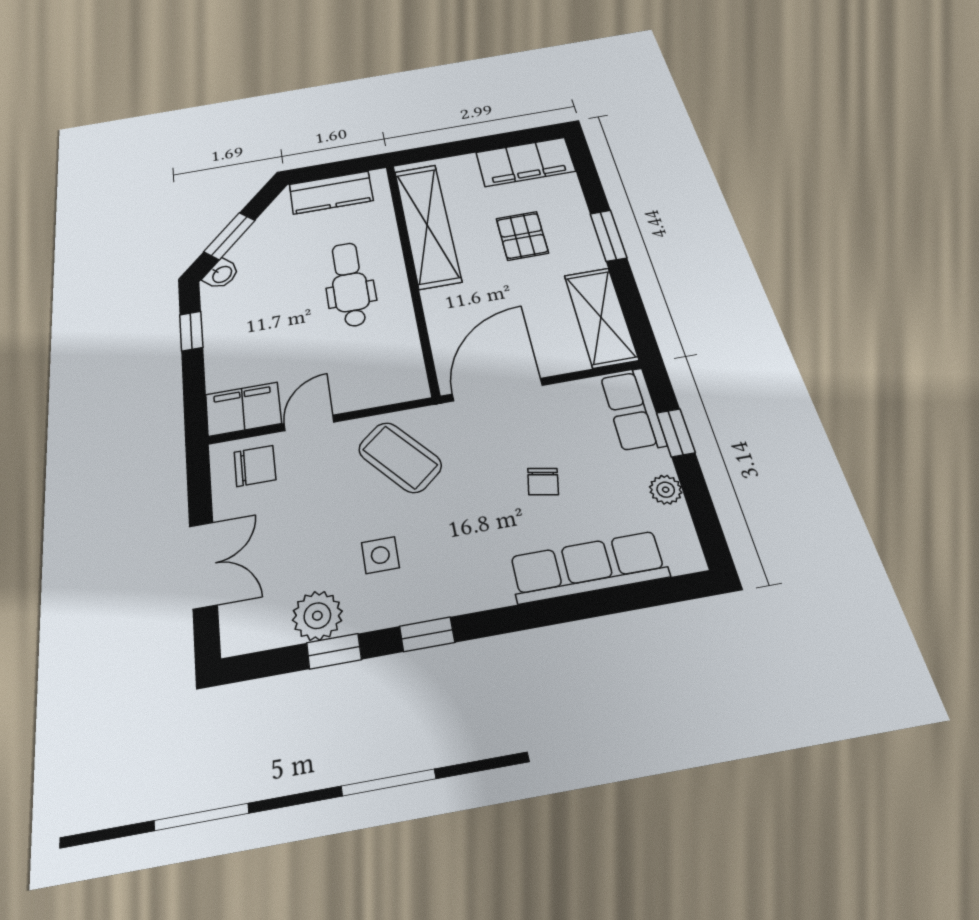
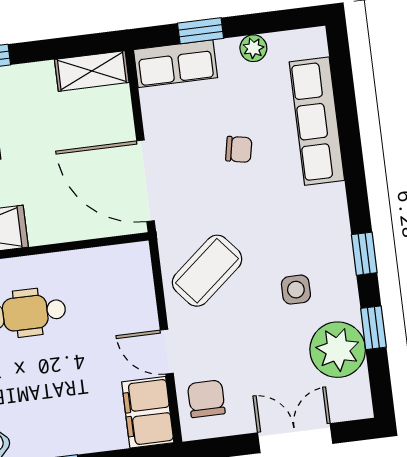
shelving: (601, 317) -> (92, 71), width x0.67, depth x0.75
plant: (317, 616) -> (338, 350), width x1.36, depth x1.36

